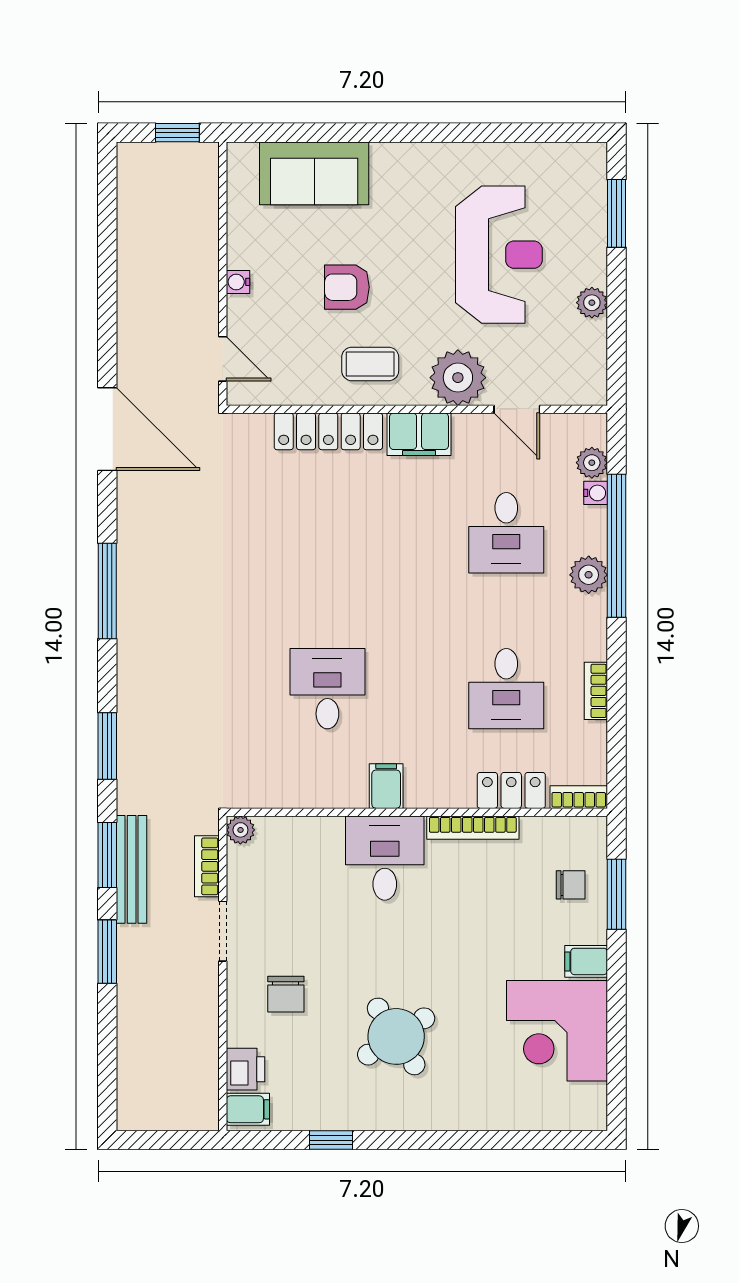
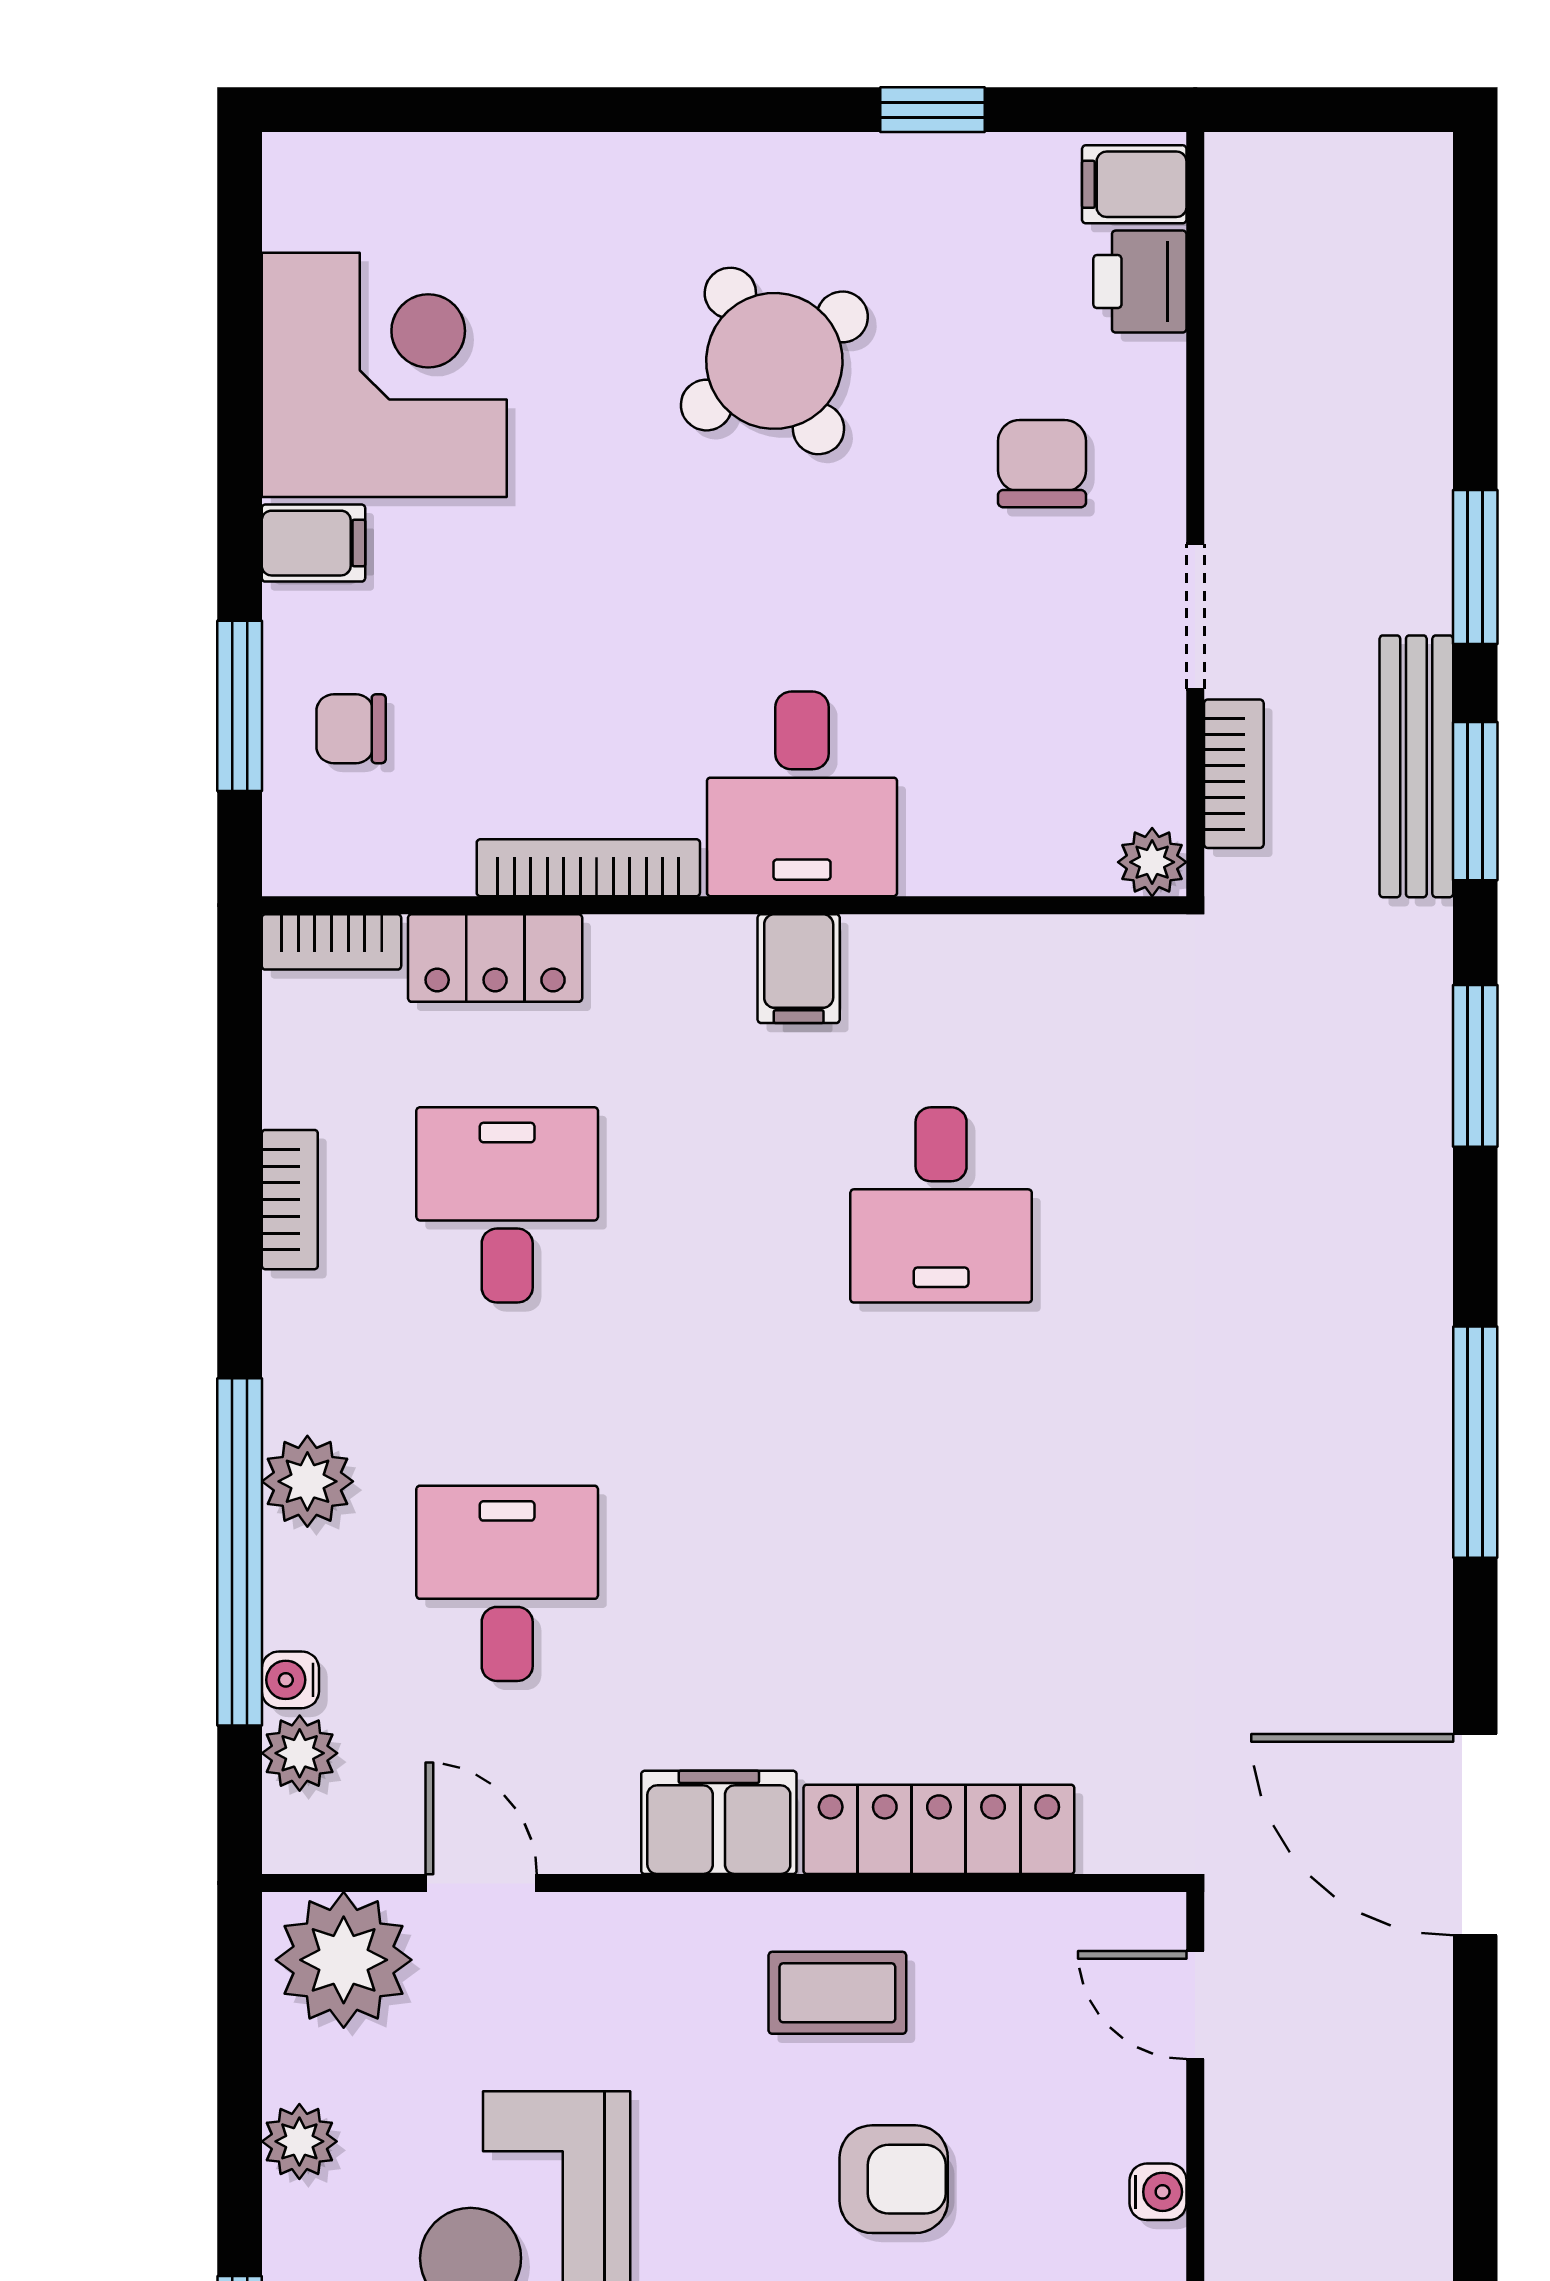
plant: (458, 378) -> (344, 1960), moved

